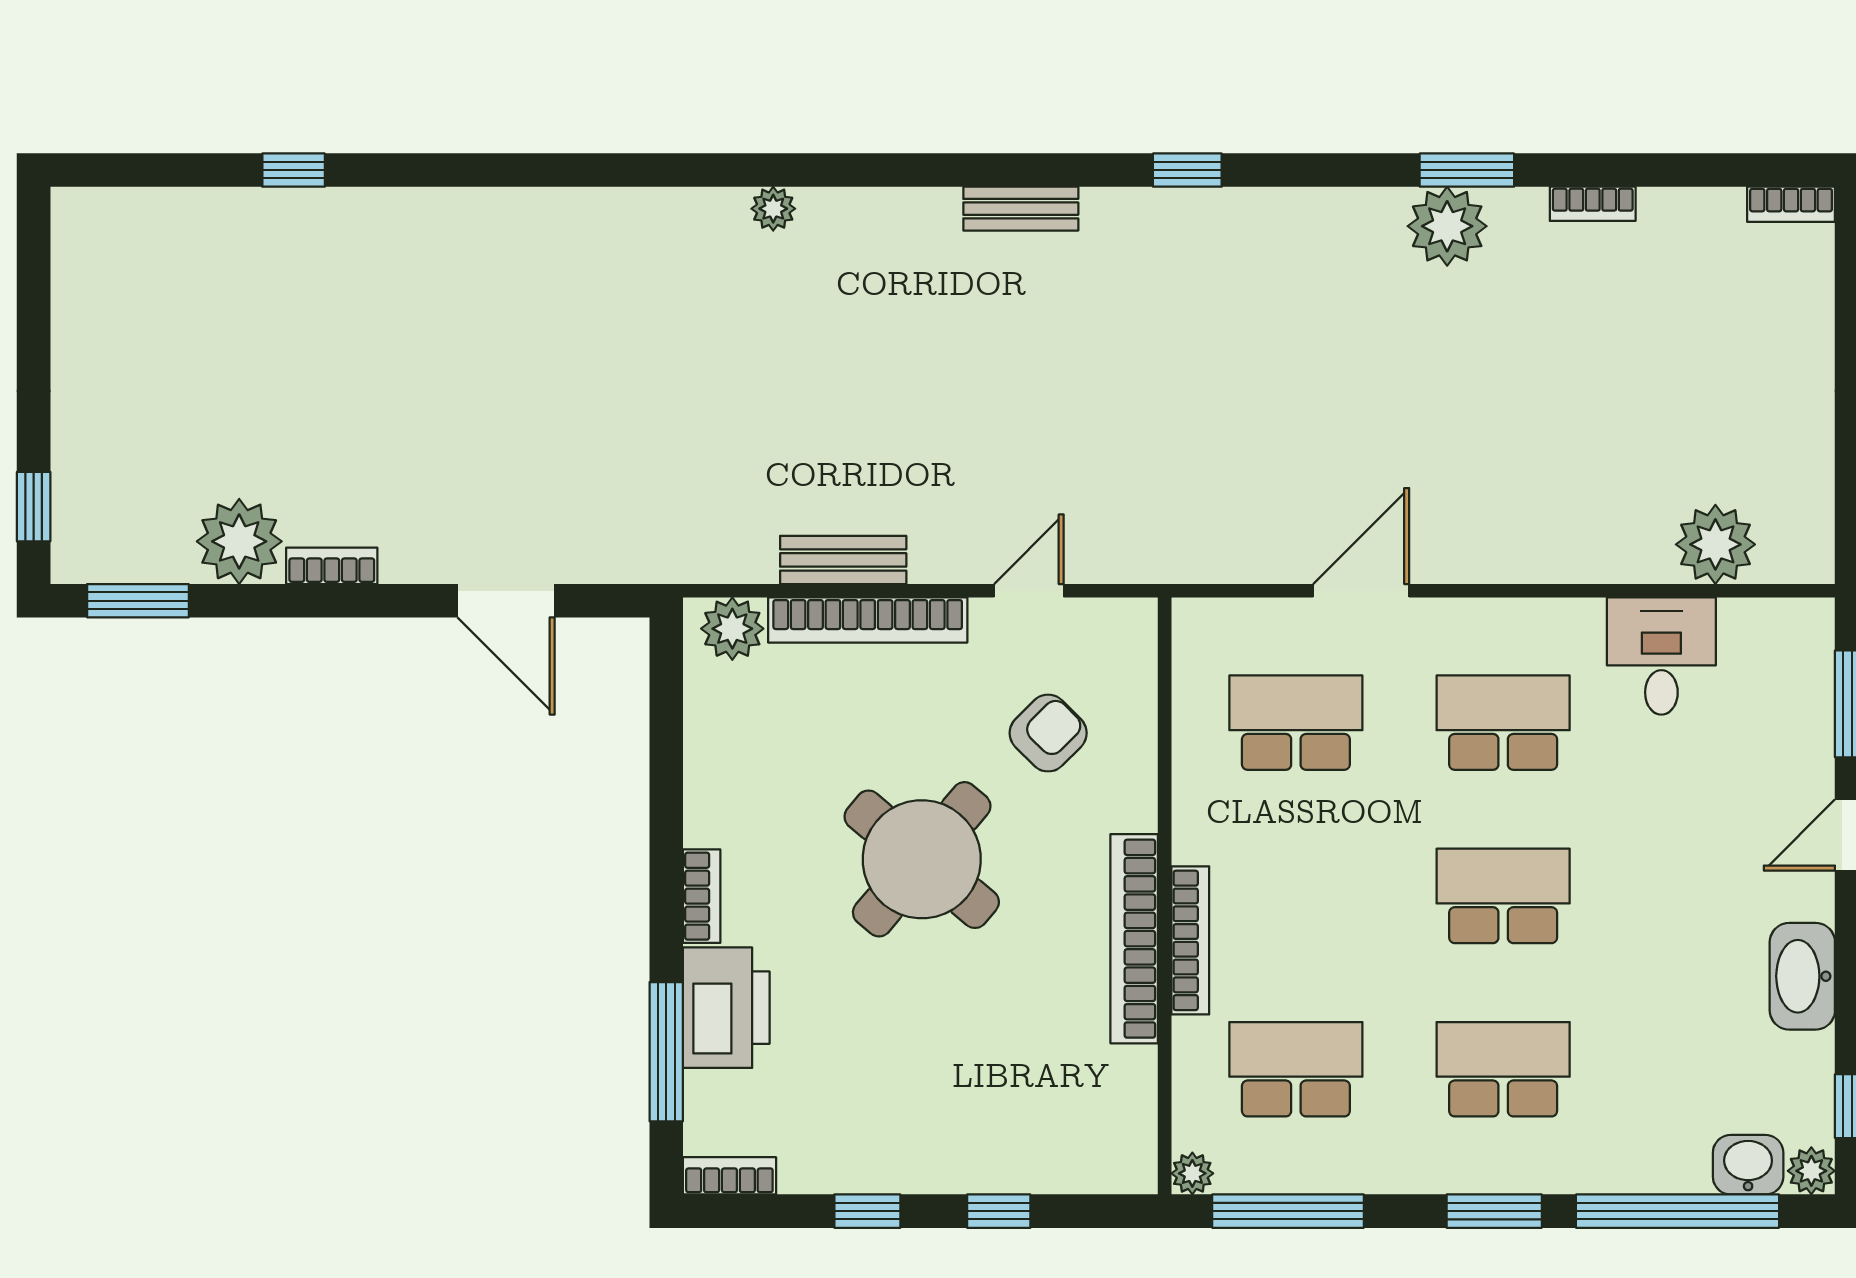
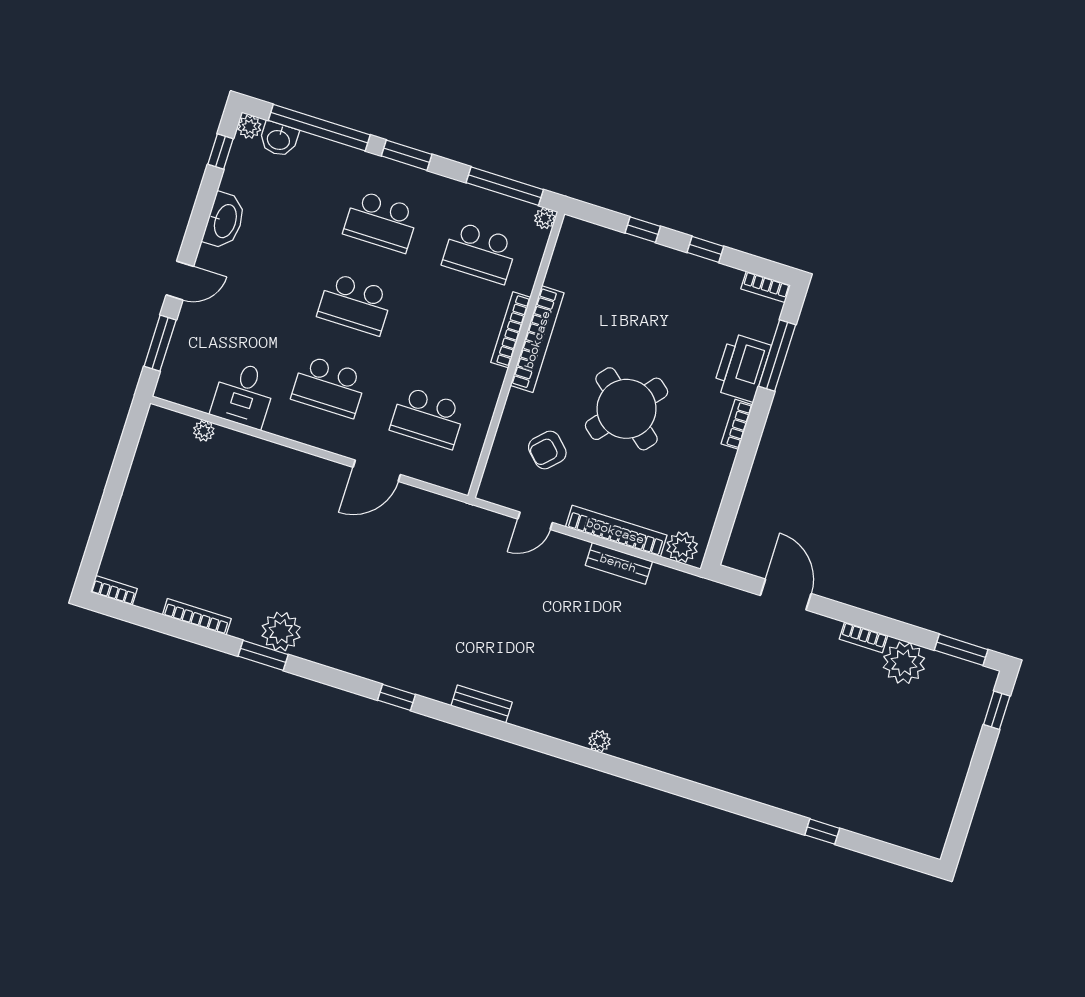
bookcase: (1593, 204) -> (197, 617), width x1.56
plant: (1715, 544) -> (204, 431), width x0.53, depth x0.53

